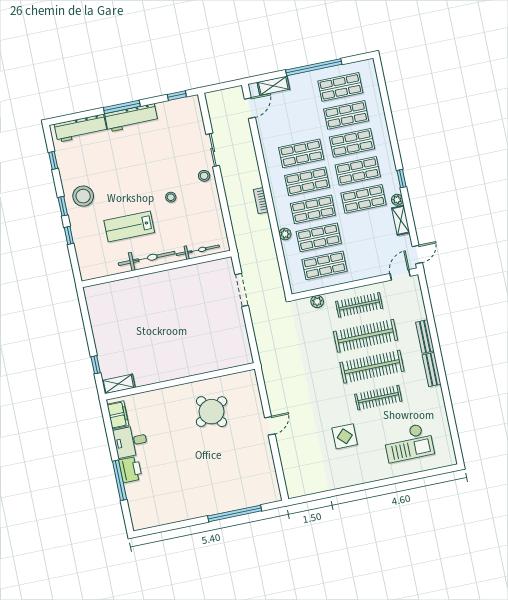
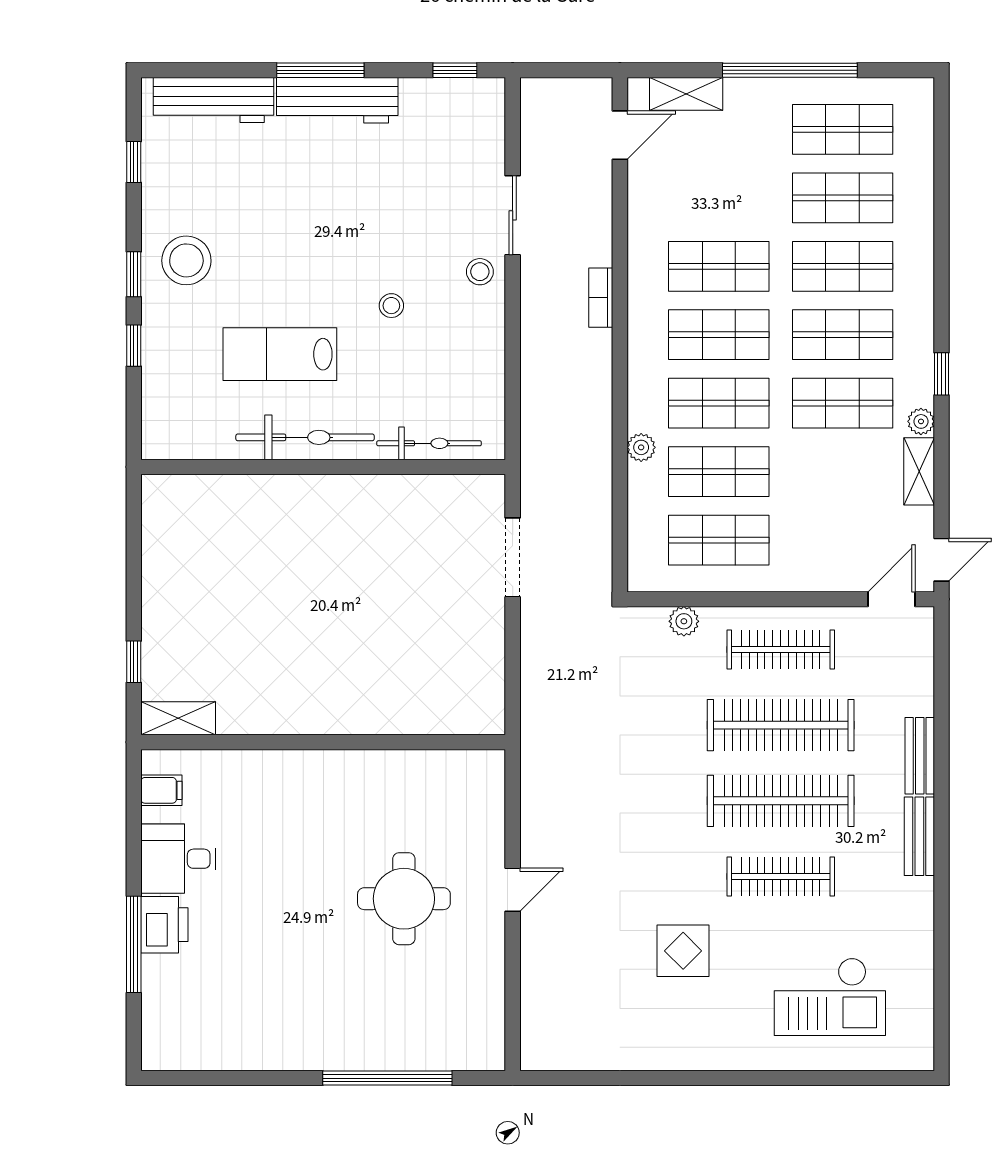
bookcase: (261, 201) -> (601, 298), moved
round table: (212, 412) -> (404, 899), moved, turned 33
filing cabinet: (118, 415) -> (161, 790), width x0.50

